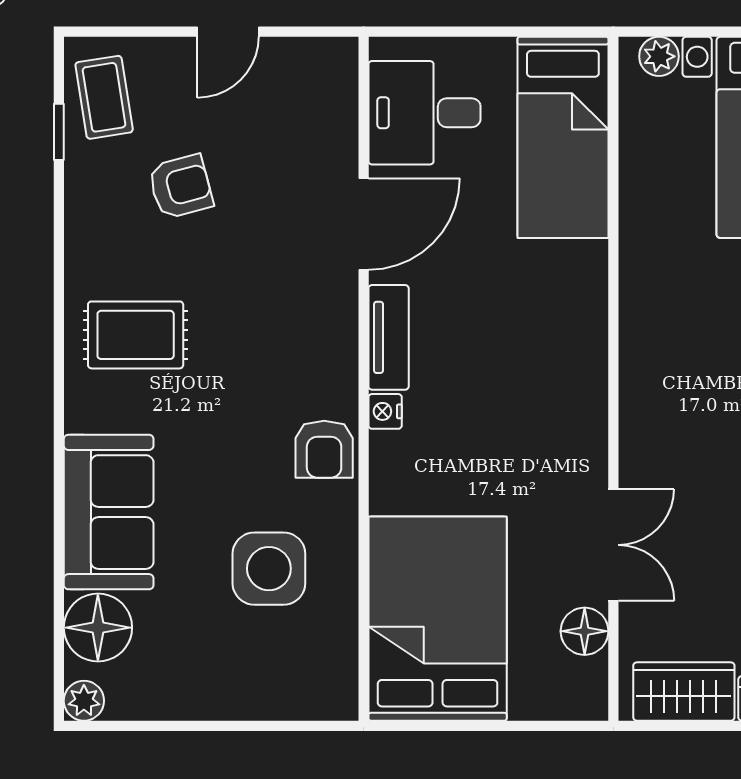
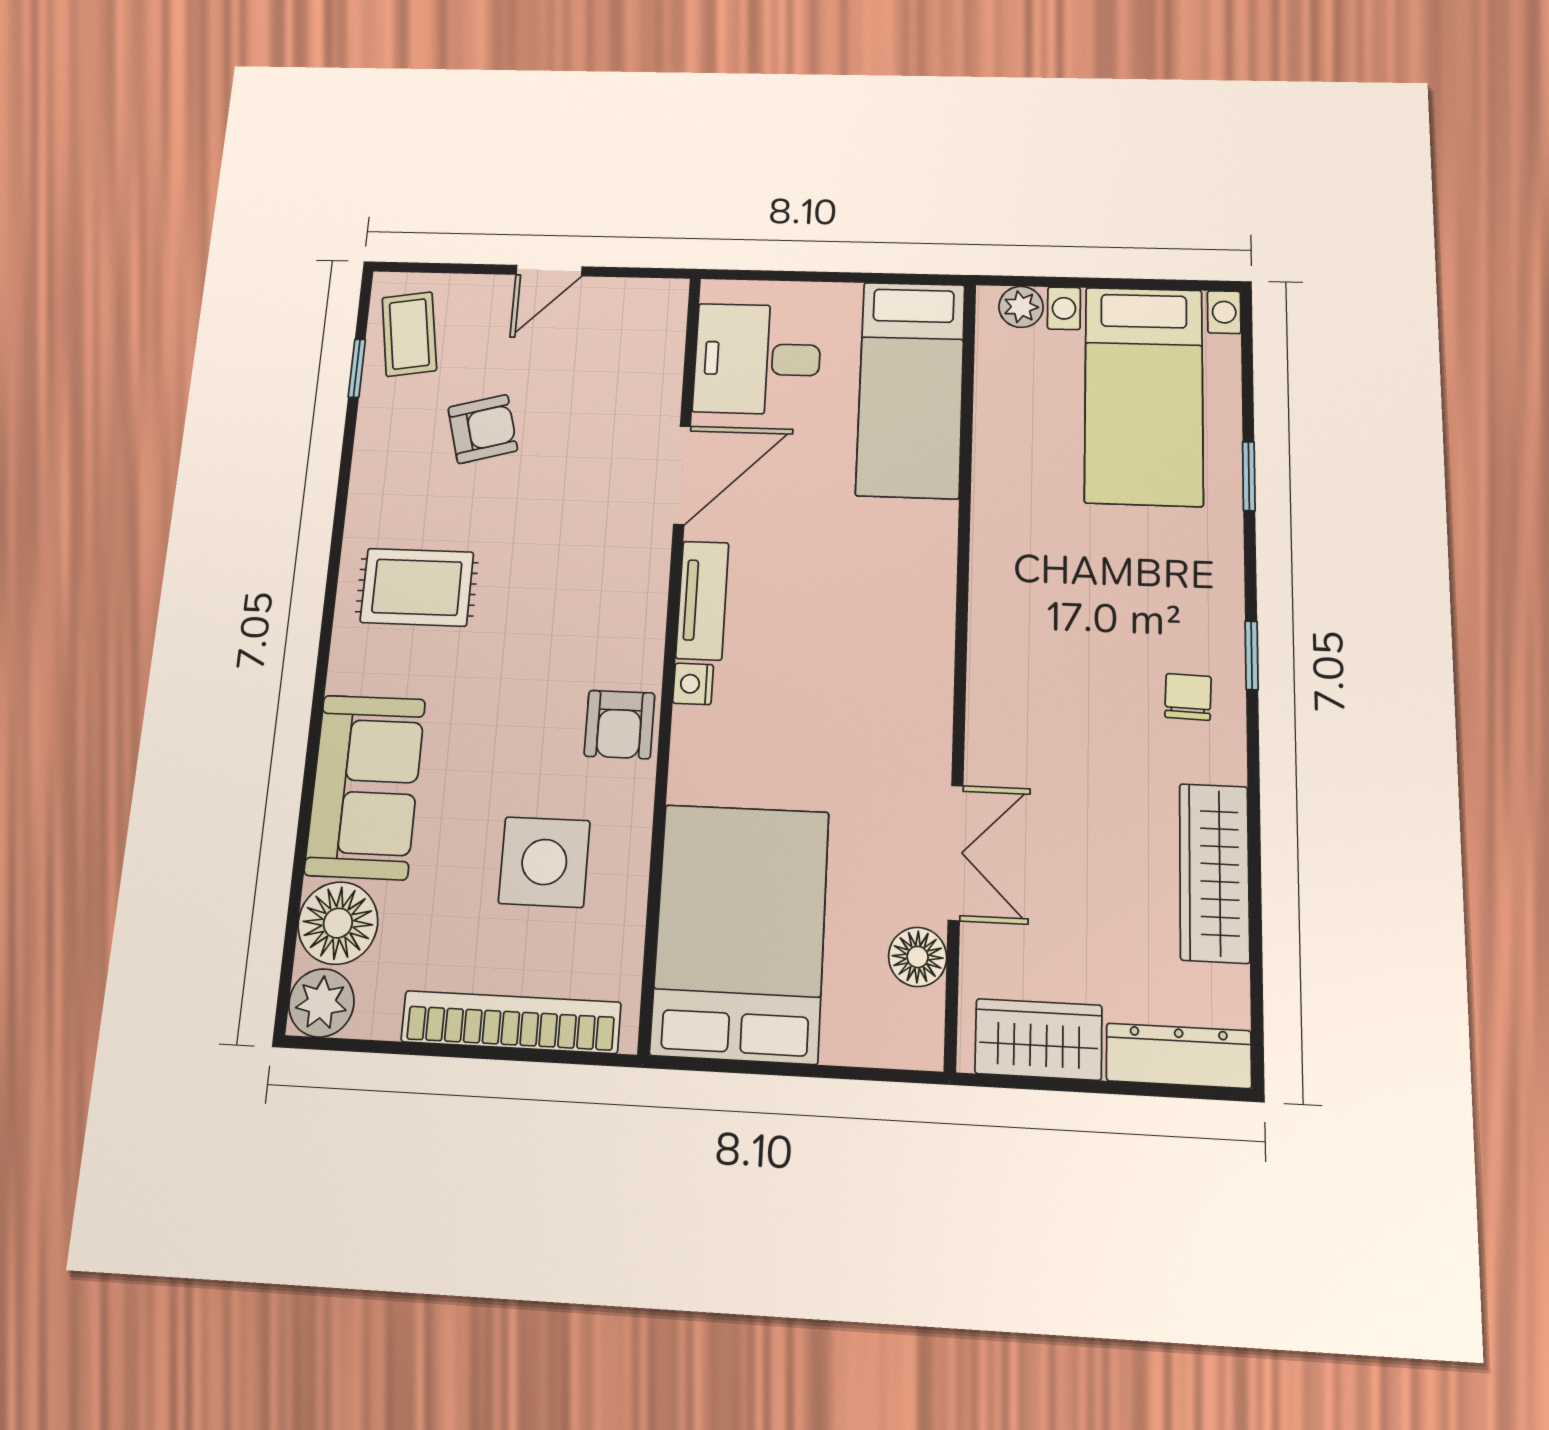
bookcase: (252, 700) -> (511, 1022), added
plant: (84, 701) -> (321, 1003), width x1.38, depth x1.38

